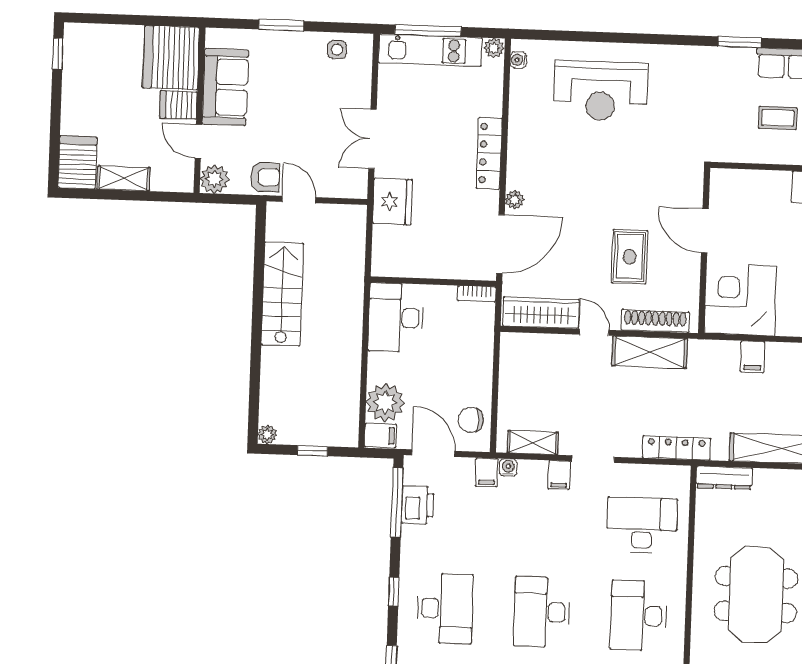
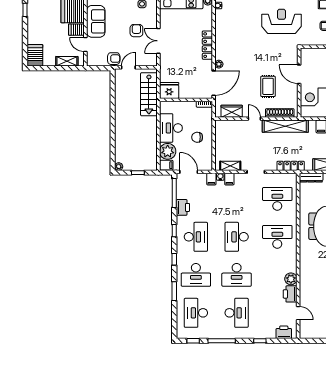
reception desk: (601, 91) -> (281, 21), moved, turned 180
armchair: (321, 112) -> (136, 31), added
shelving: (124, 178) -> (67, 61), moved
plant: (214, 179) -> (93, 60), removed
door: (299, 200) -> (128, 67), hinge flipped
fridge: (392, 202) -> (169, 90), moved, turned -90
stairs: (282, 294) -> (149, 94), moved, turned 180
wardrobe: (541, 313) -> (232, 111), width x0.67
desk: (396, 318) -> (171, 128), moved
shelving: (650, 352) -> (285, 126), width x1.47
chair: (471, 420) -> (197, 137), moved
filing cabinet: (559, 475) -> (229, 179), moved
printer: (418, 505) -> (183, 207), moved
desk: (639, 616) -> (277, 237), turned 90

